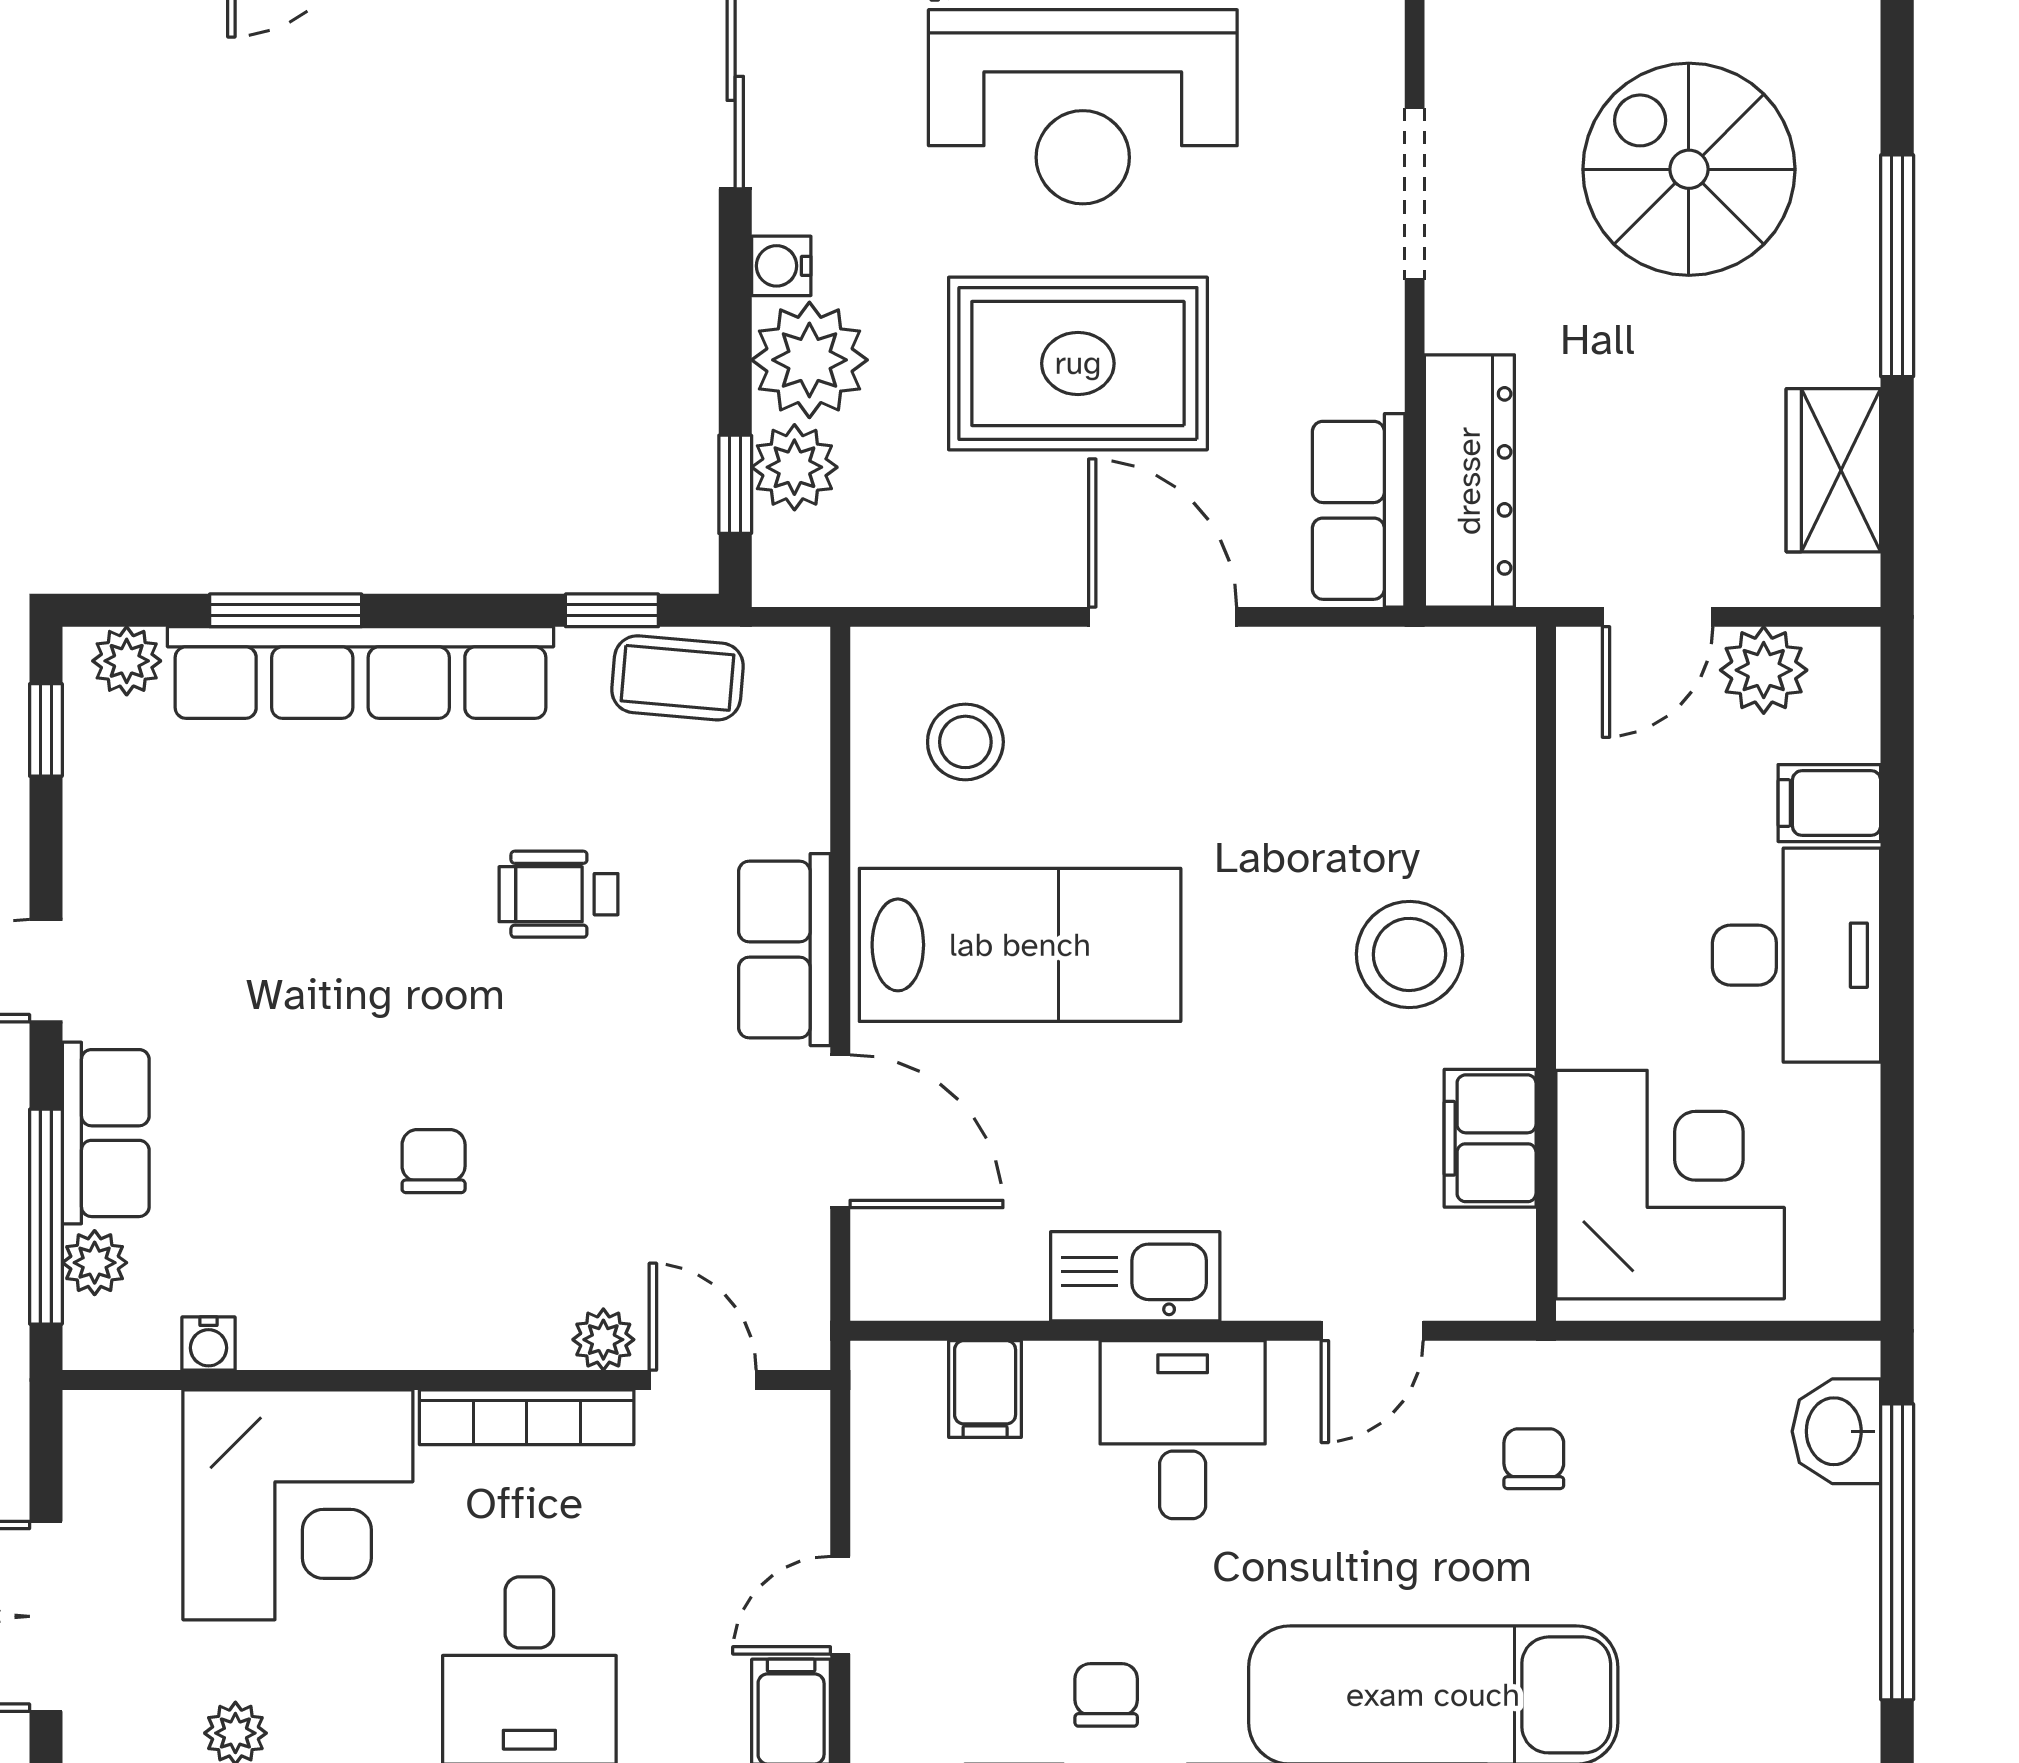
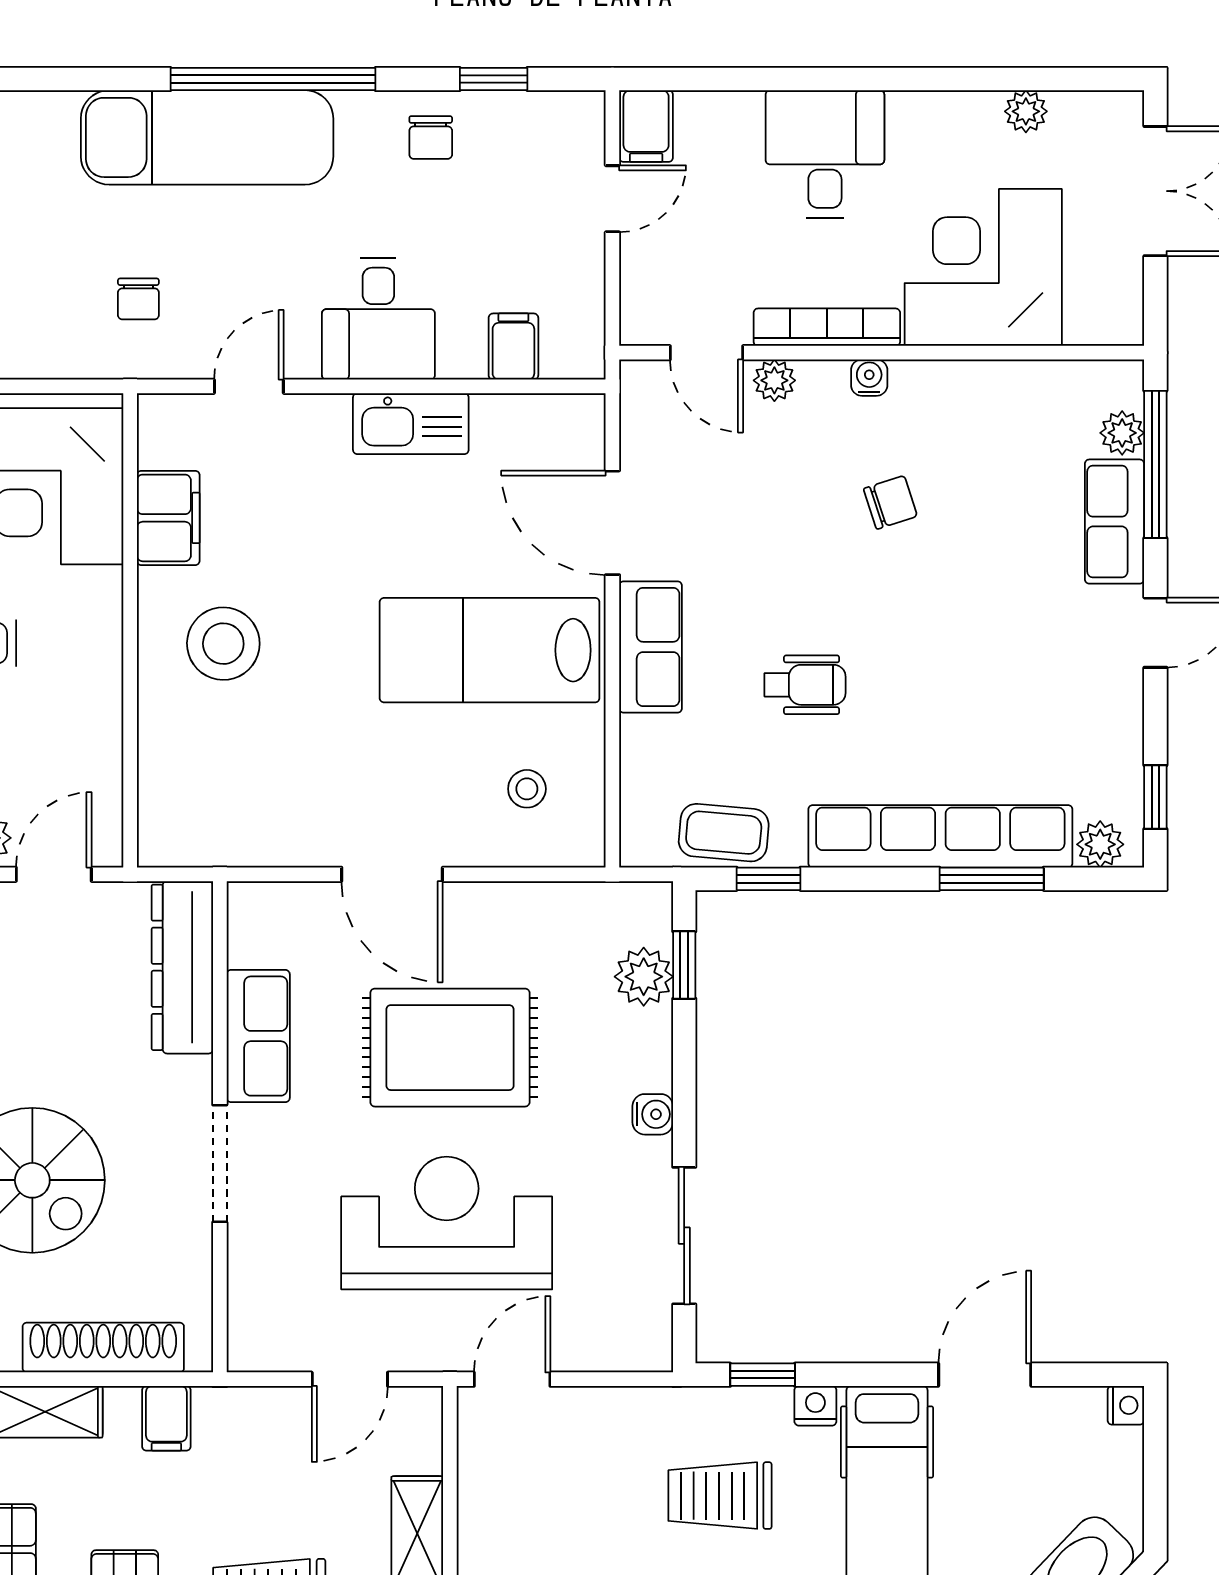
plant: (809, 360) -> (633, 1050), removed
row of seats: (1359, 510) -> (258, 1036), moved
stool: (965, 742) -> (527, 789), width x0.73, depth x0.73
chair: (434, 1161) -> (890, 502), turned -108
water cooler: (209, 1344) -> (869, 378), moved

